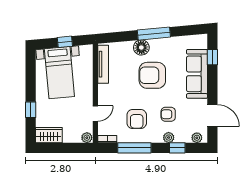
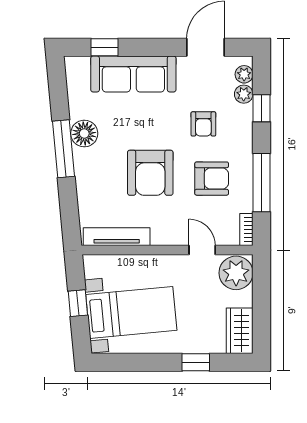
floor lamp: (141, 47) -> (84, 134), moved
armchair: (152, 75) -> (150, 173), moved
plant: (87, 138) -> (236, 273), width x1.87, depth x1.87
plant: (169, 138) -> (244, 94), moved

